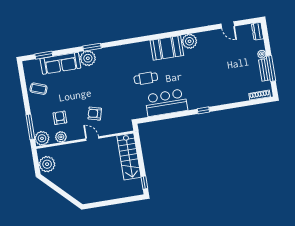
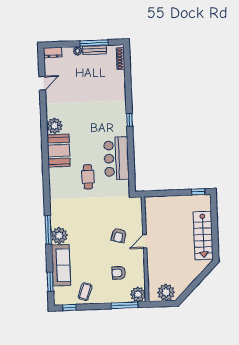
window: (92, 47) -> (48, 230), width x1.44
window: (22, 76) -> (70, 308), added
plant: (61, 137) -> (139, 274), removed
stairs: (129, 157) -> (203, 236), moved, turned 90

